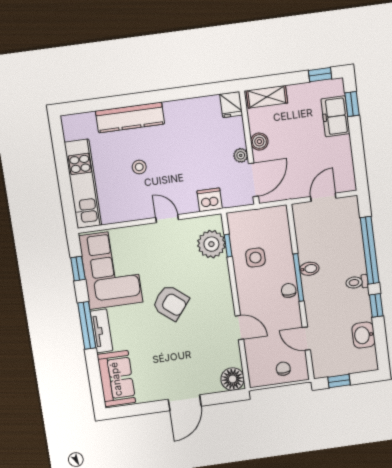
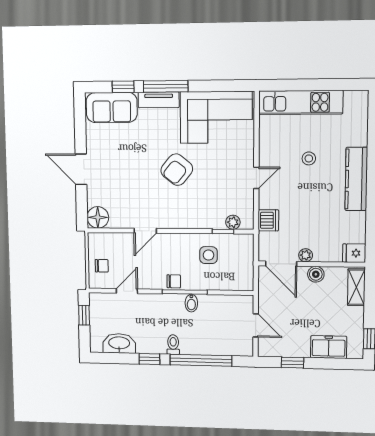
window: (352, 104) -> (292, 363), moved
kitchen counter: (130, 117) -> (356, 179), moved
plant: (211, 244) -> (233, 222), width x0.53, depth x0.53
window: (78, 269) -> (123, 87), moved
washbasin: (363, 335) -> (119, 343), width x1.38

